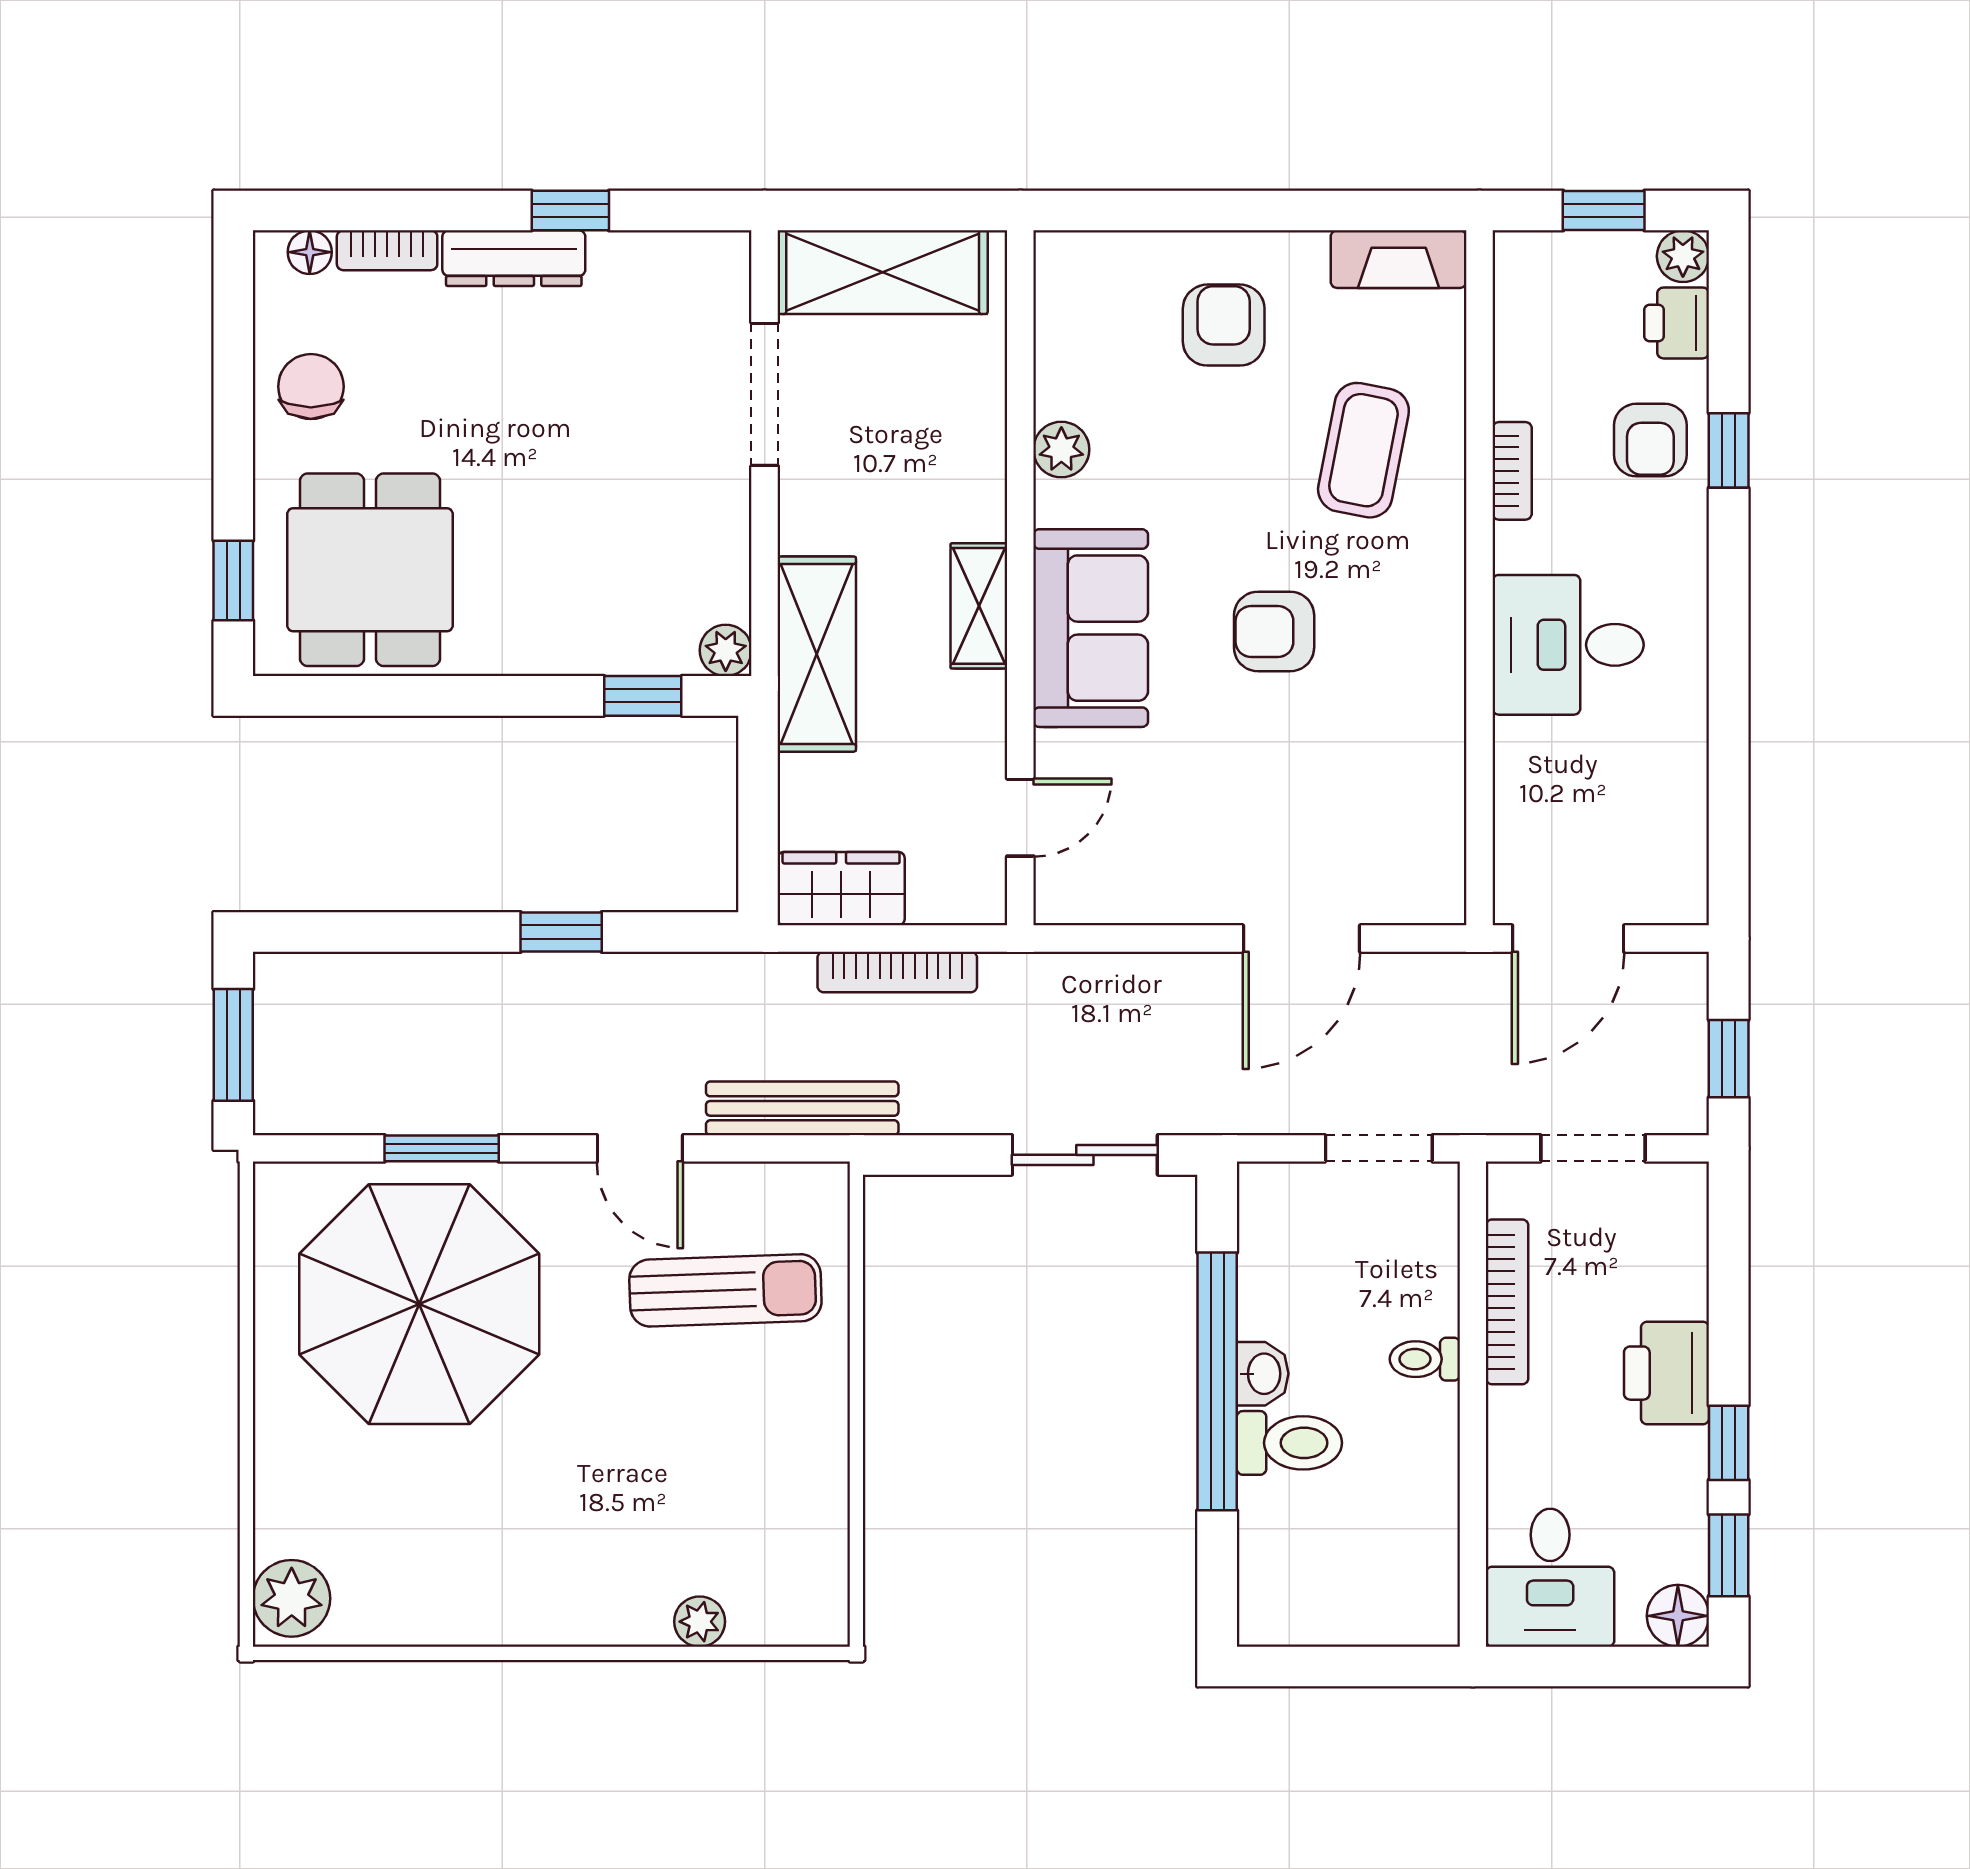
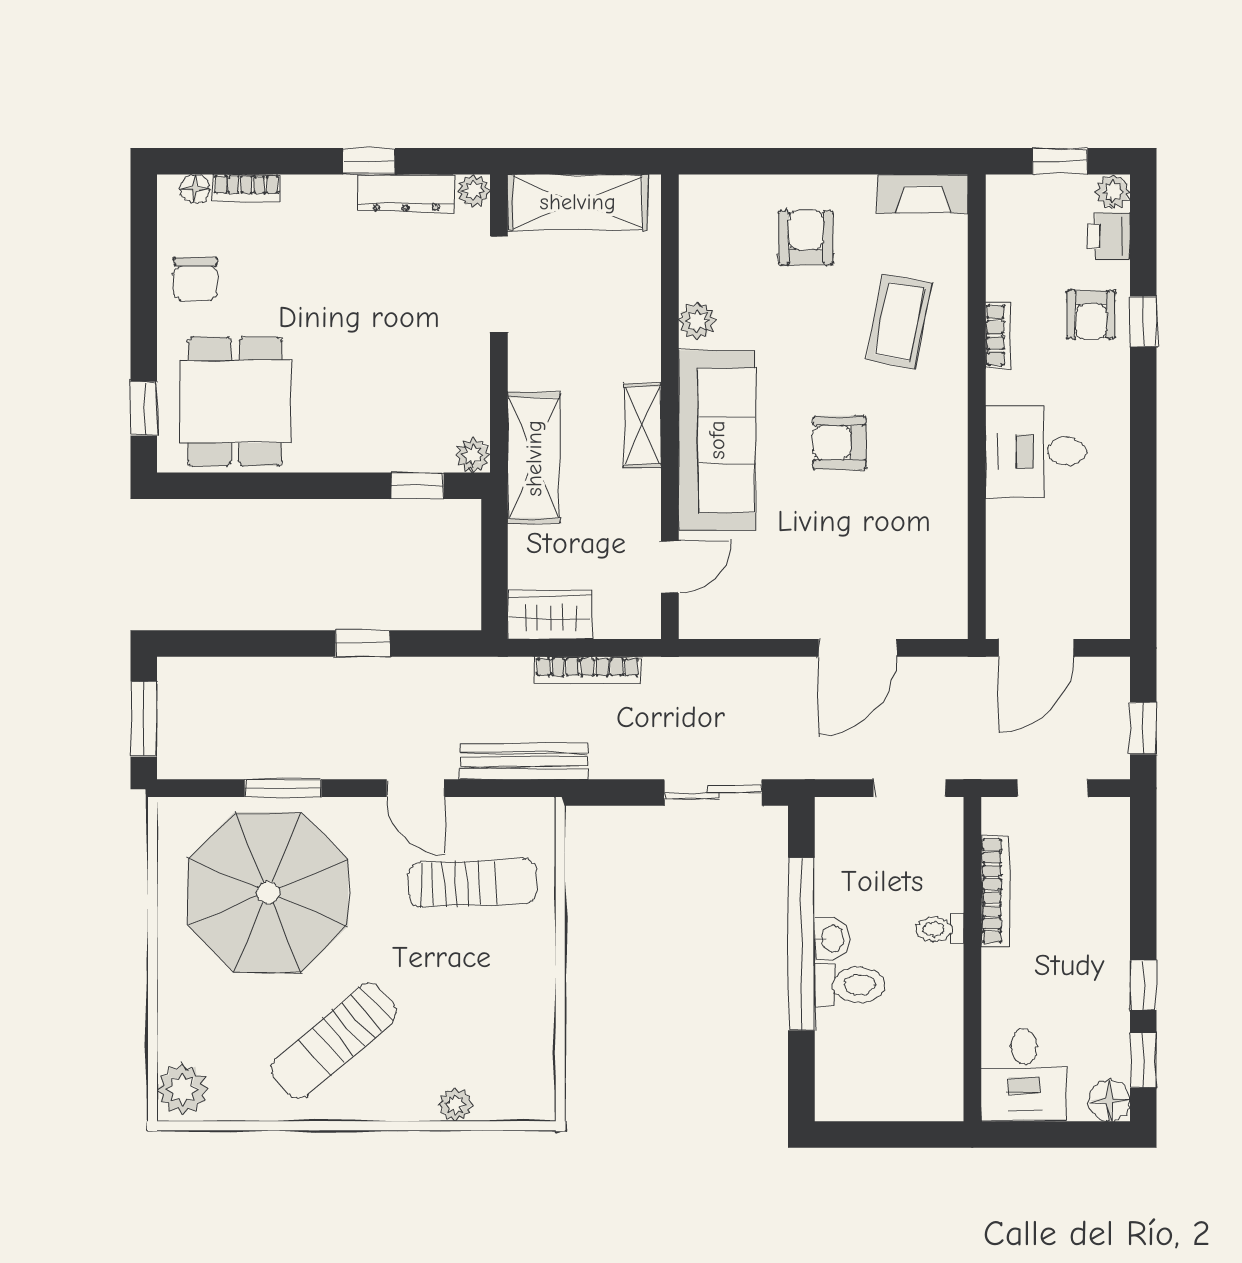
plant: (727, 255) -> (474, 191), added
dresser: (514, 258) -> (406, 193), moved
chair: (311, 387) -> (196, 279), turned 180
sofa: (1091, 628) -> (717, 440), width x1.36
printer: (1667, 1373) -> (1102, 938), removed
sun lounger: (517, 1526) -> (334, 1041), added

